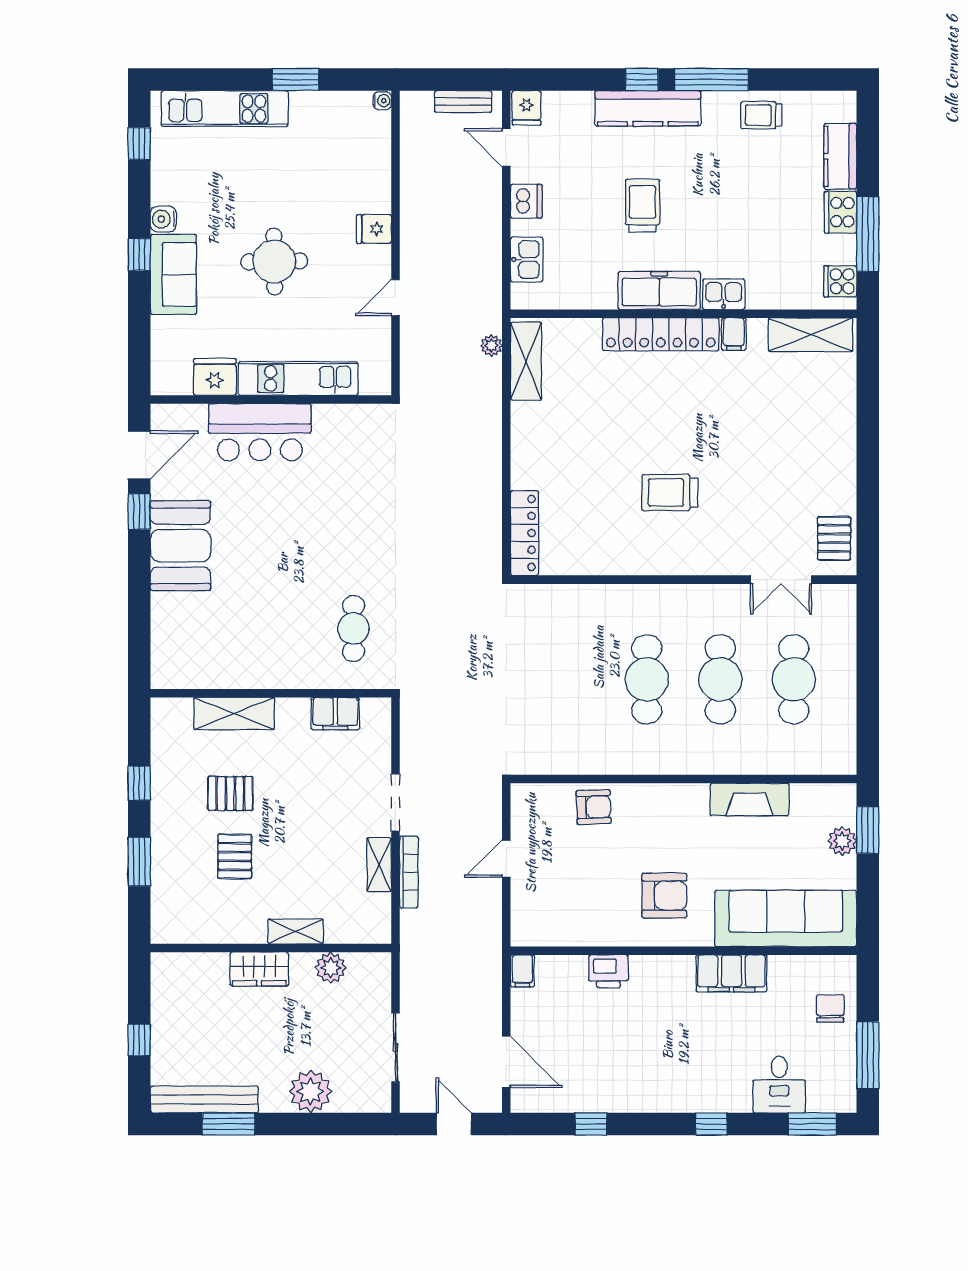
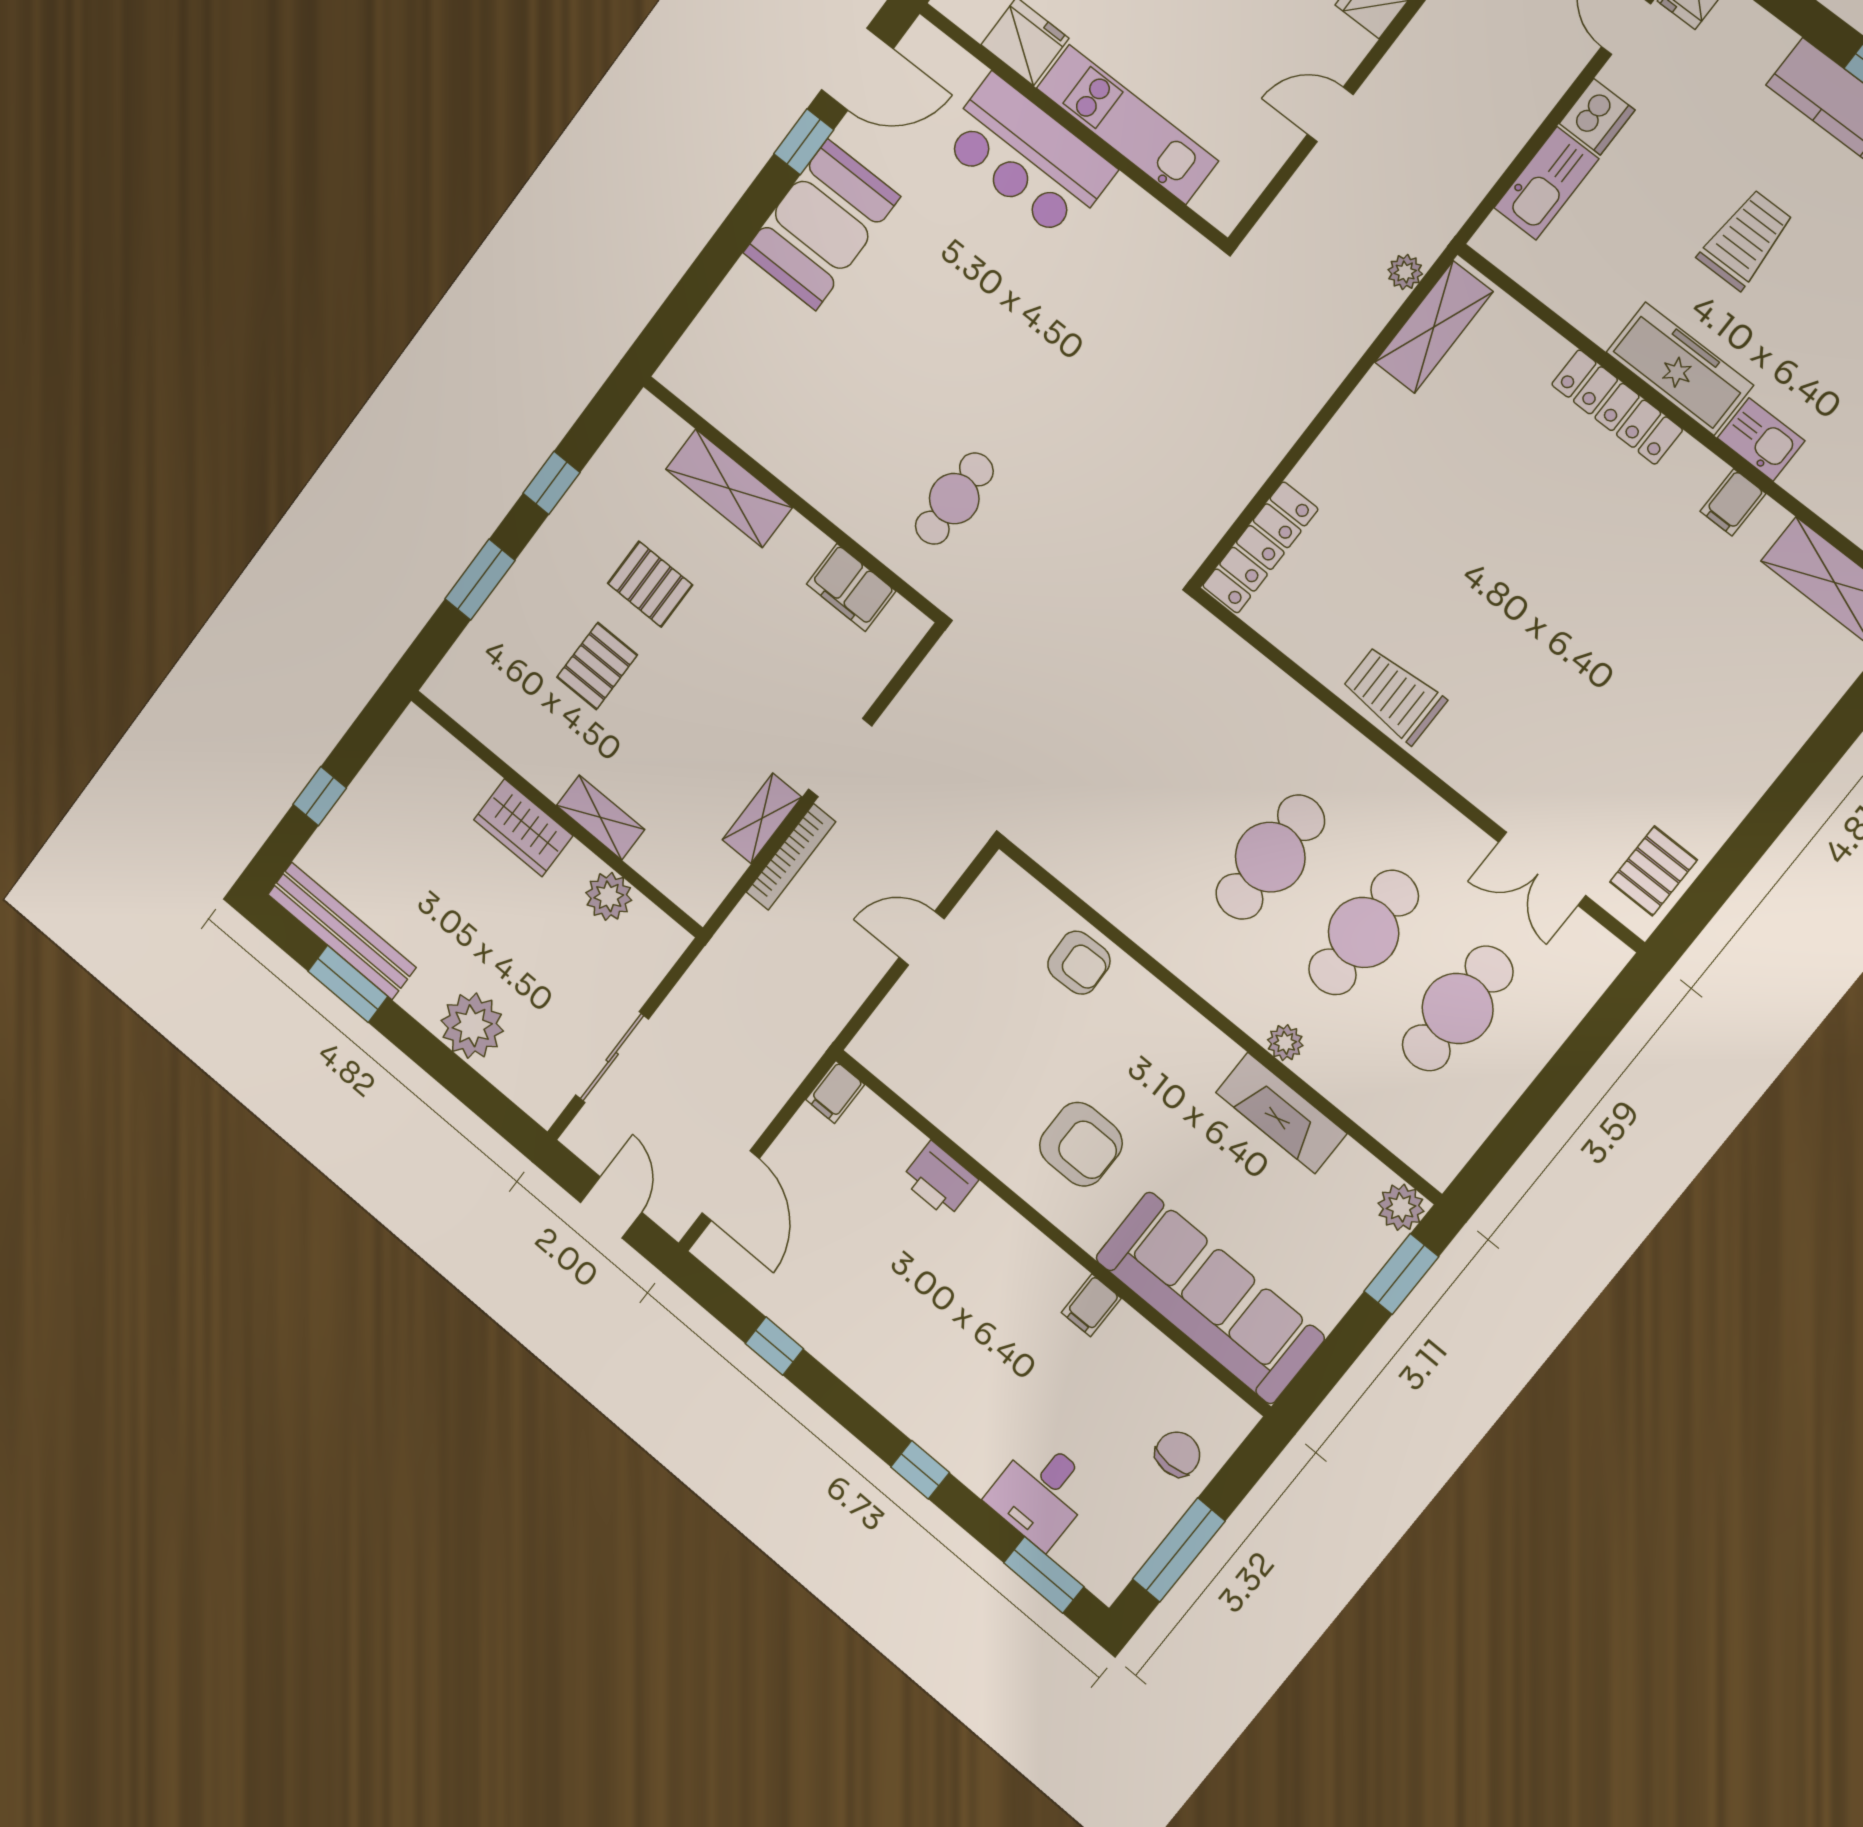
kitchen sink: (527, 260) -> (1546, 183), width x1.38
locker: (661, 334) -> (1617, 407), width x0.71, depth x0.83
trolley: (670, 493) -> (1394, 695), moved
plant: (725, 764) -> (1285, 1043), added
plant: (842, 841) -> (1401, 1207), moved
filing cabinet: (731, 973) -> (1091, 1305), width x0.33, depth x0.86

